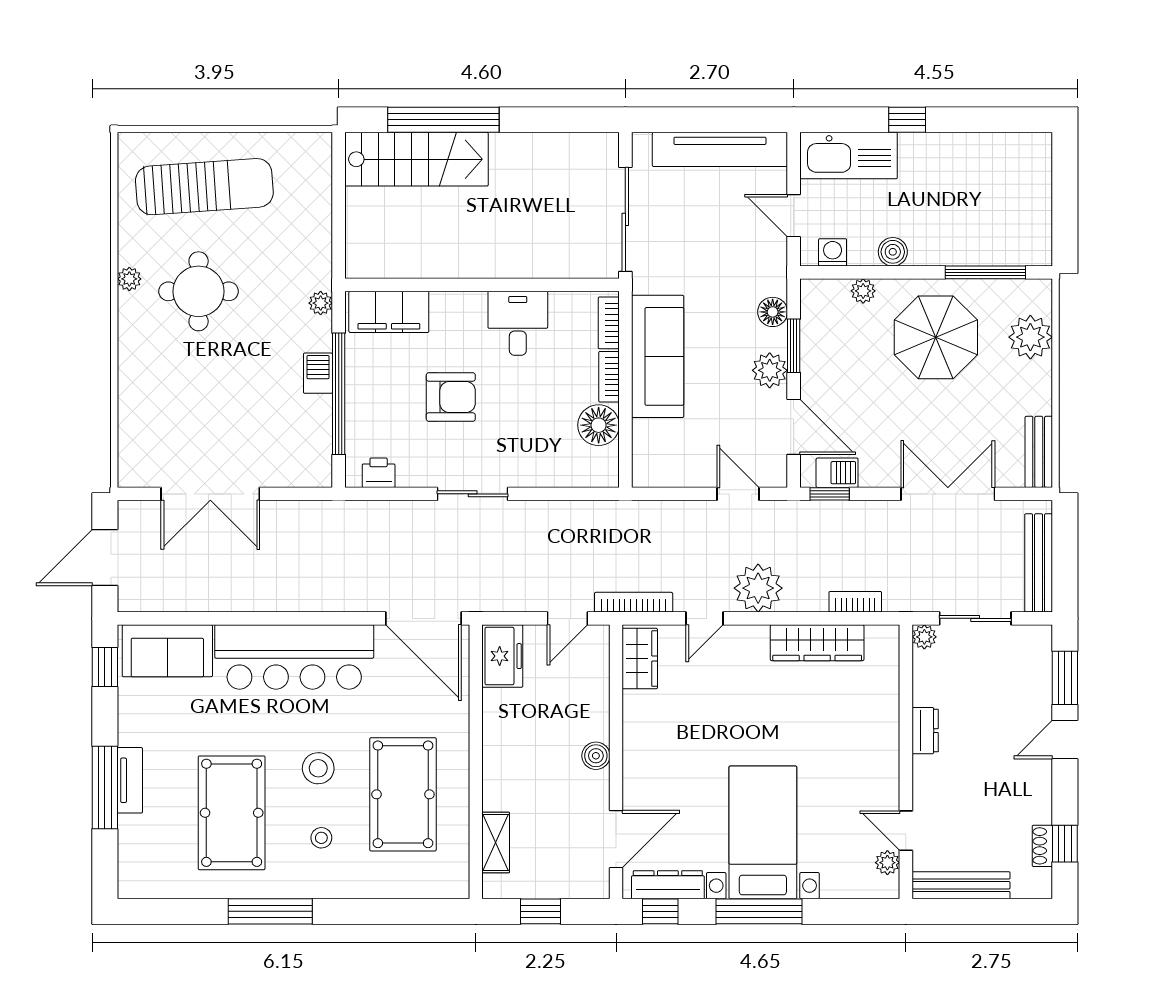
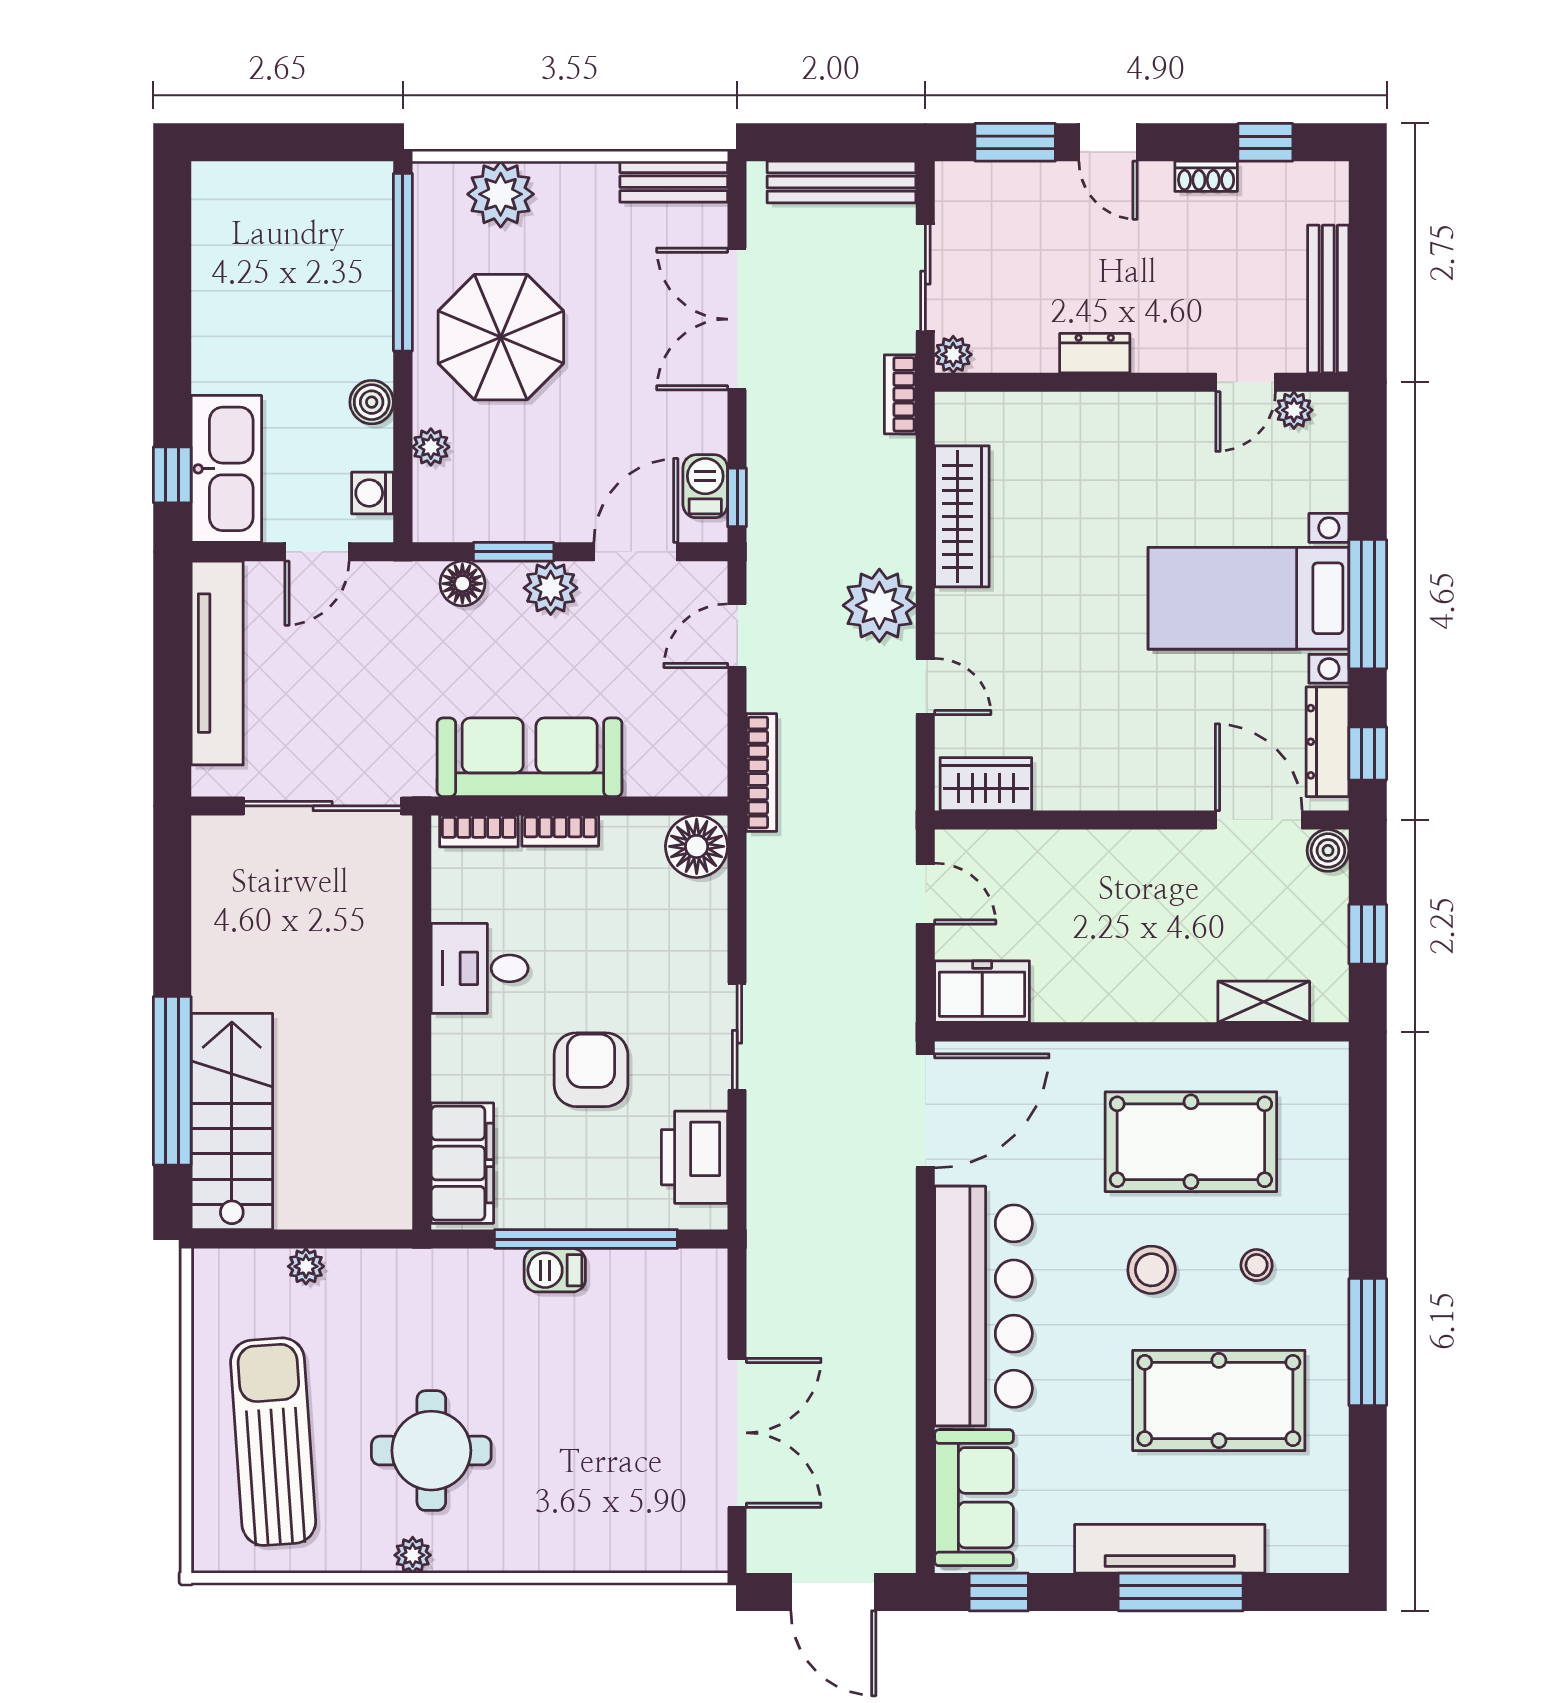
window: (907, 120) -> (172, 475), moved
window: (985, 272) -> (403, 262), width x1.46
plant: (321, 303) -> (306, 1266), moved
floor lamp: (599, 425) -> (697, 846), moved
printer: (379, 473) -> (695, 1157), width x1.87, depth x1.48
bookcase: (634, 602) -> (762, 772), moved, turned 180
bookcase: (855, 602) -> (900, 394), moved
boiler: (596, 756) -> (1328, 850), moved
tv unit: (130, 780) -> (1170, 1549), width x1.92, depth x1.29
shoe rack: (1042, 846) -> (1206, 176), moved

